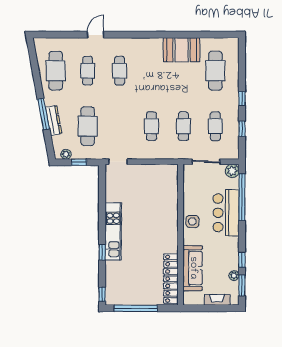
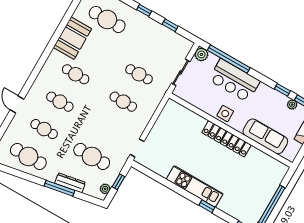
cafe table: (215, 126) -> (76, 74), moved
locker: (171, 279) -> (226, 139), moved

